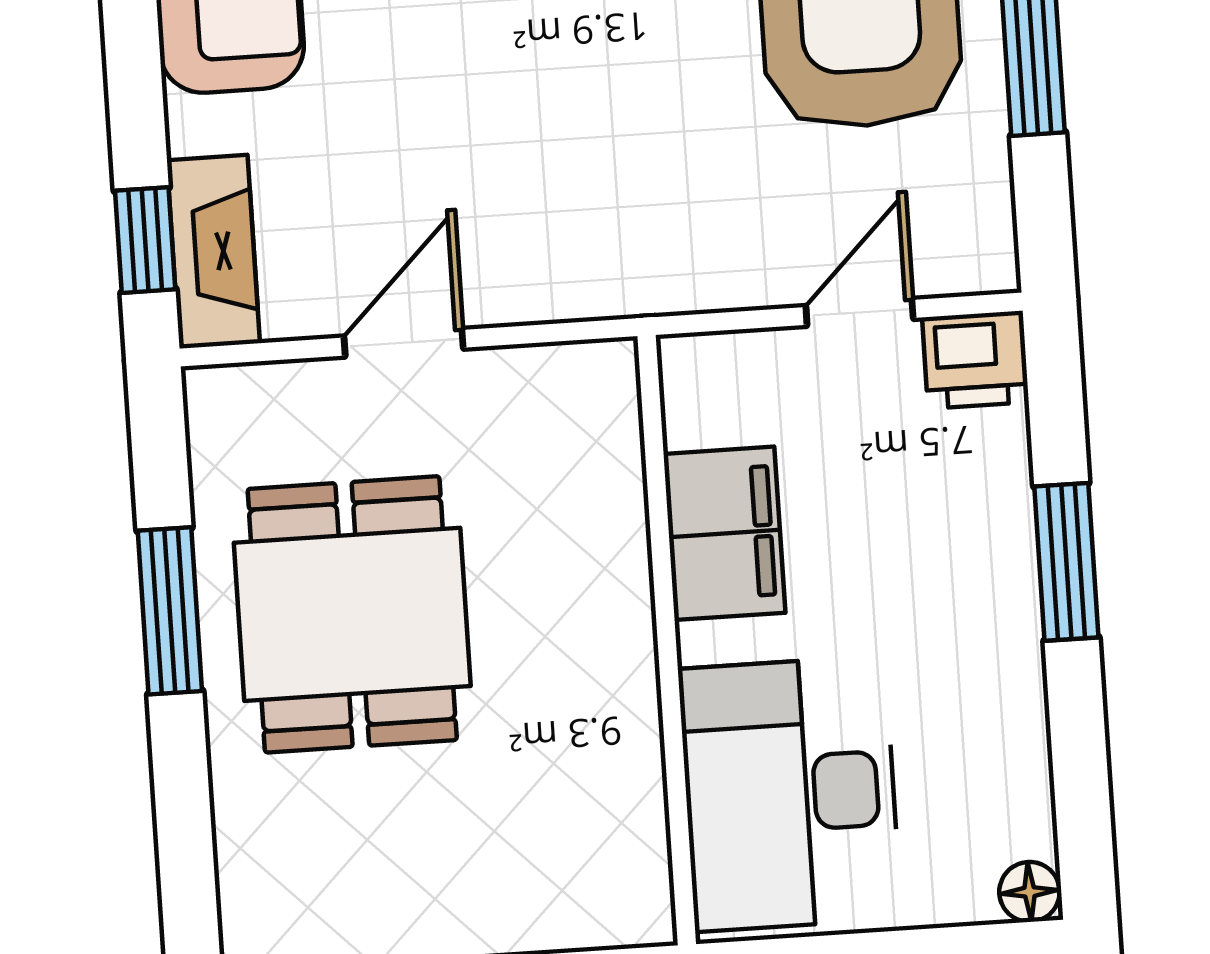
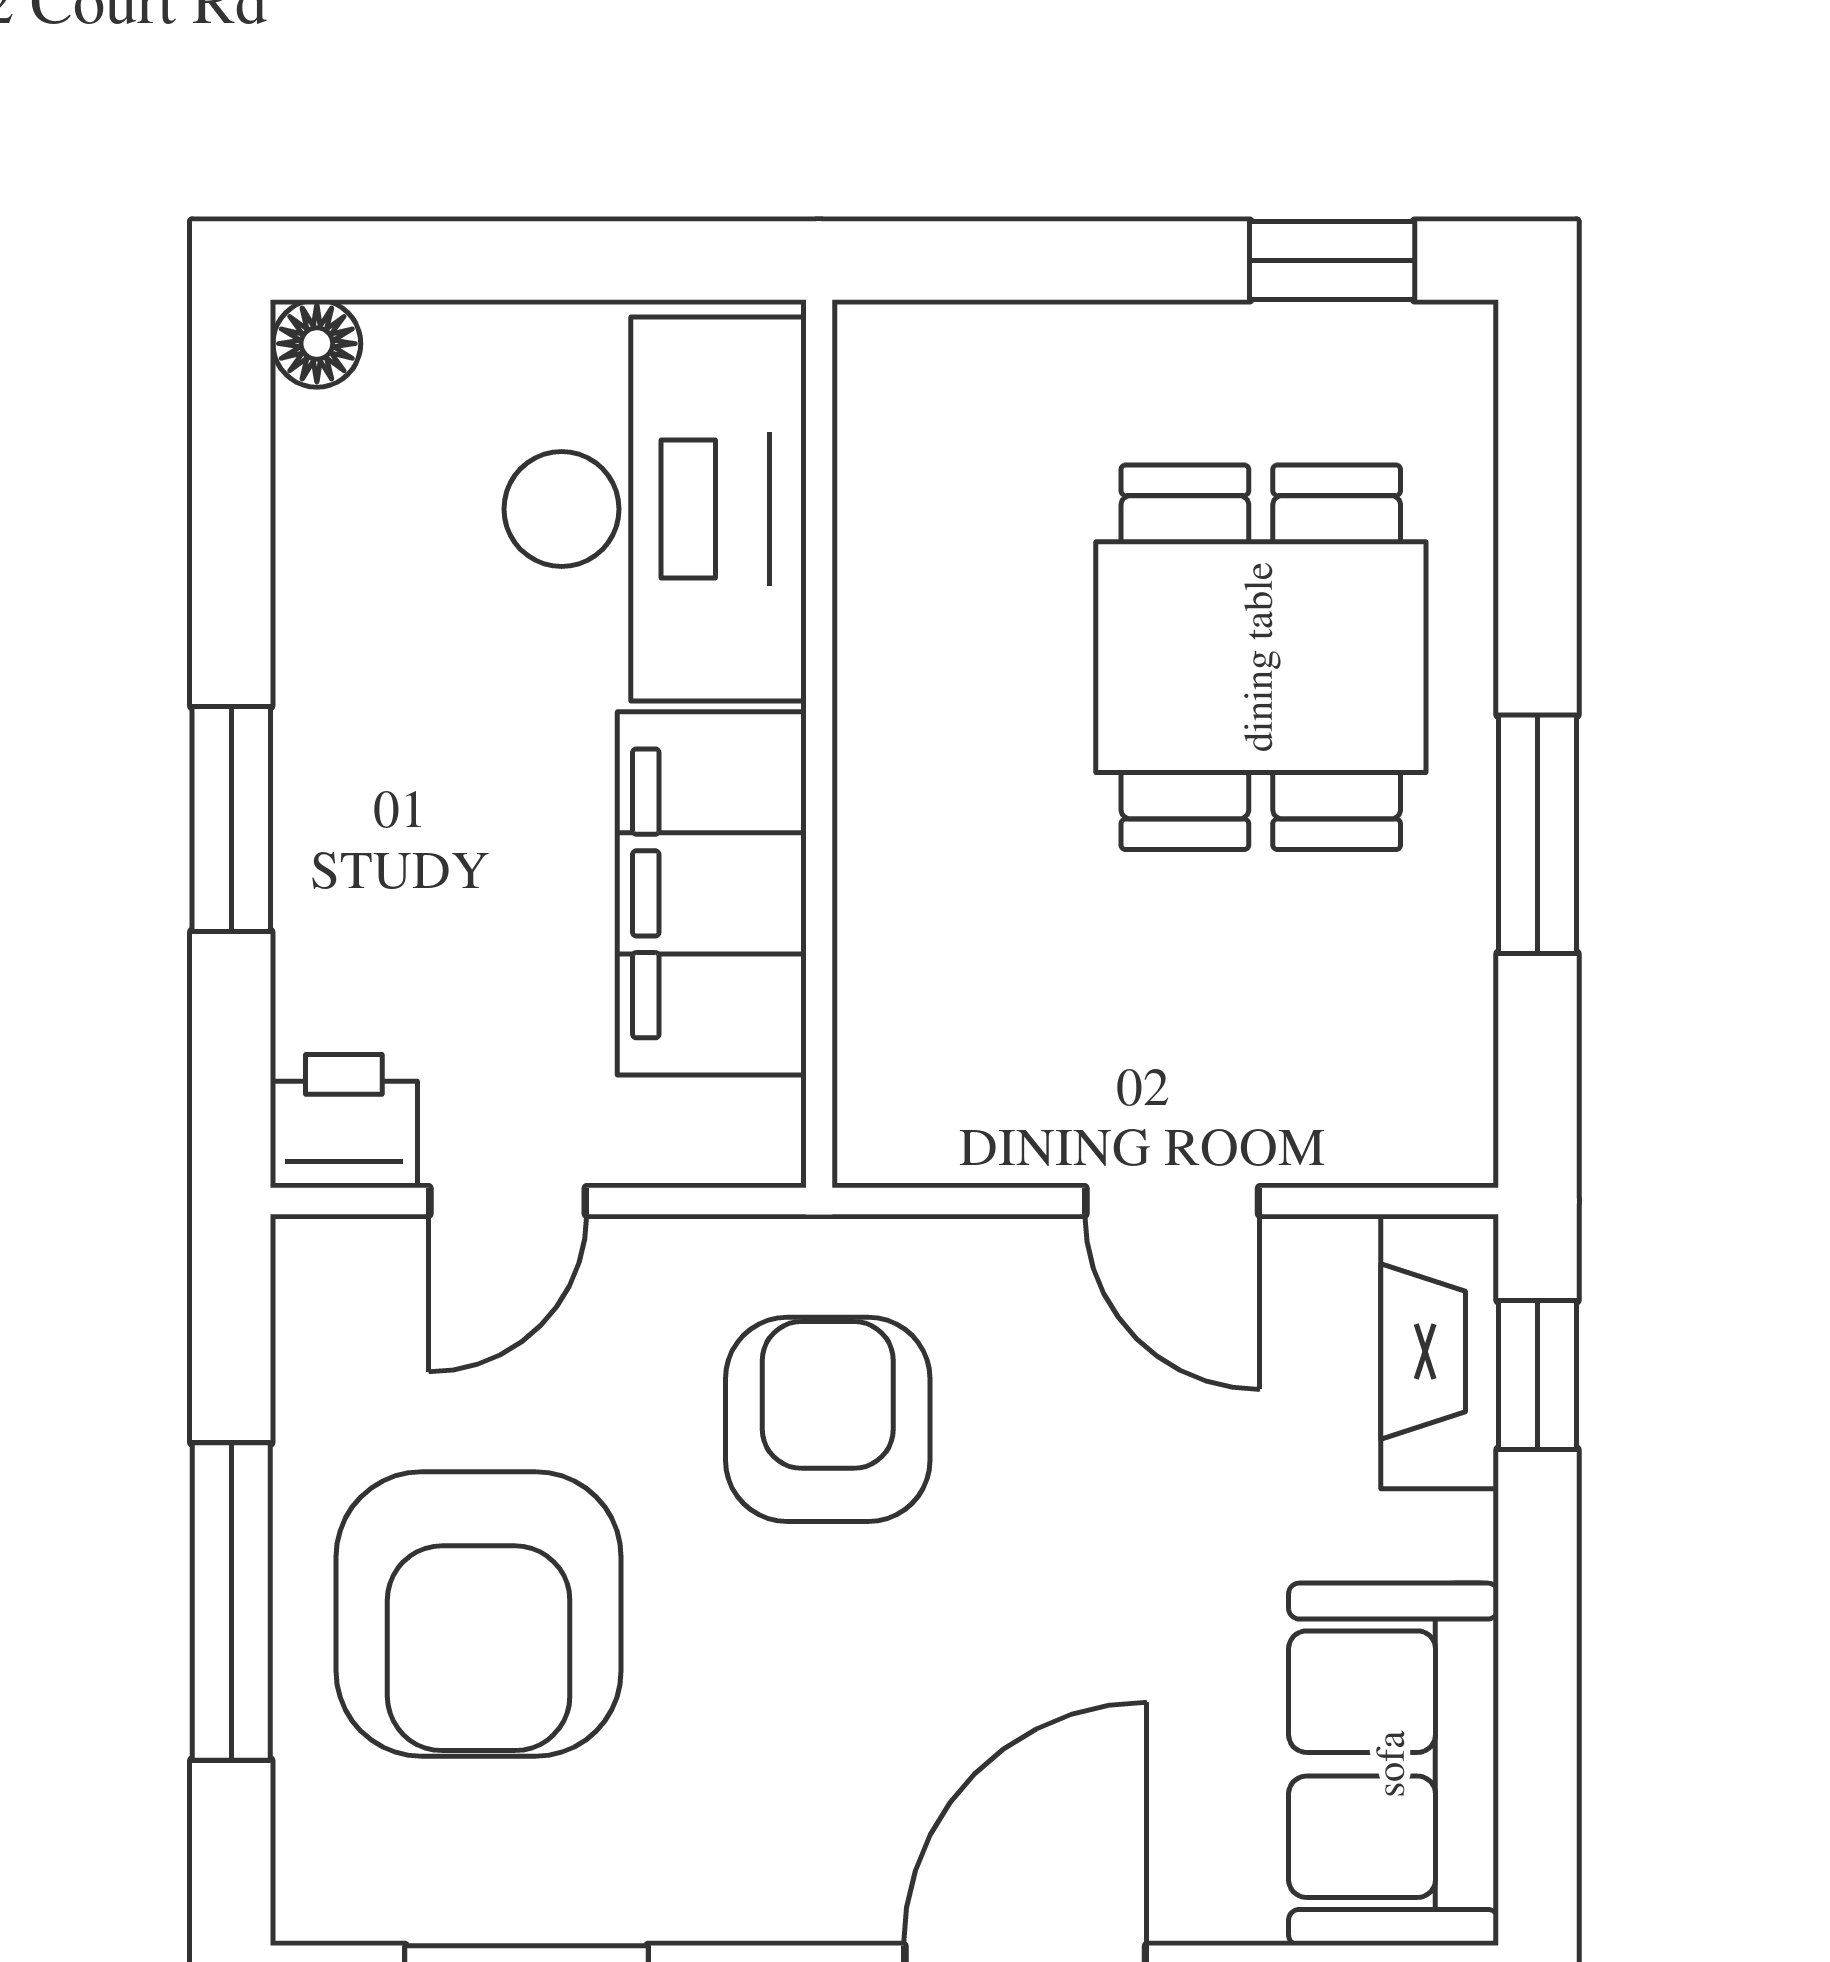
armchair: (630, 177) -> (828, 1419), added
door: (404, 343) -> (1172, 1201), hinge flipped
filing cabinet: (724, 533) -> (712, 893), width x1.50, depth x1.17
dining table: (352, 614) -> (1261, 657), moved

